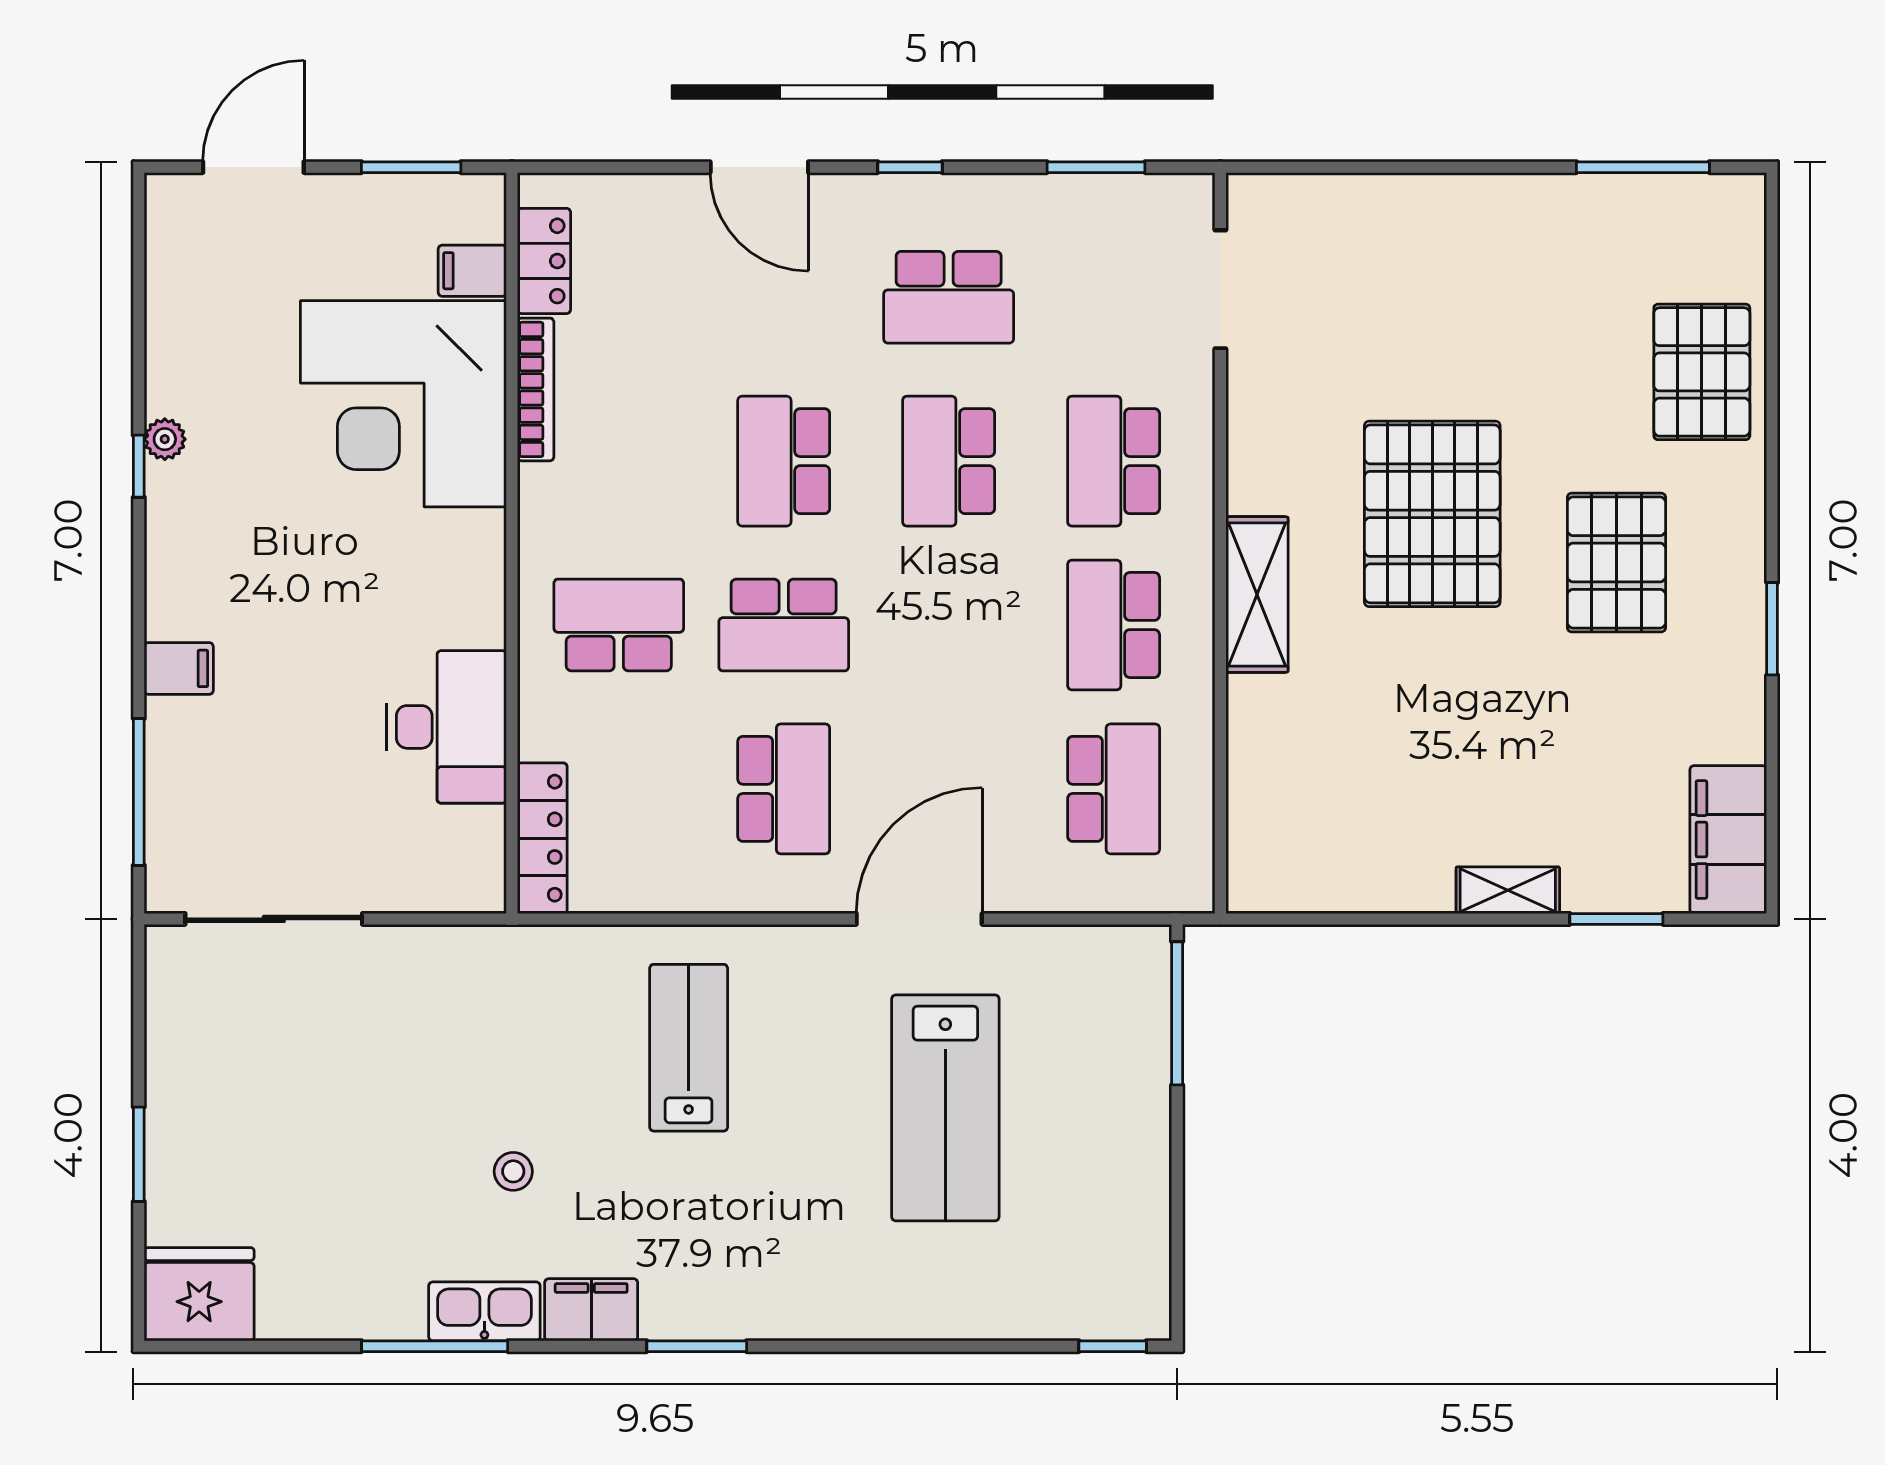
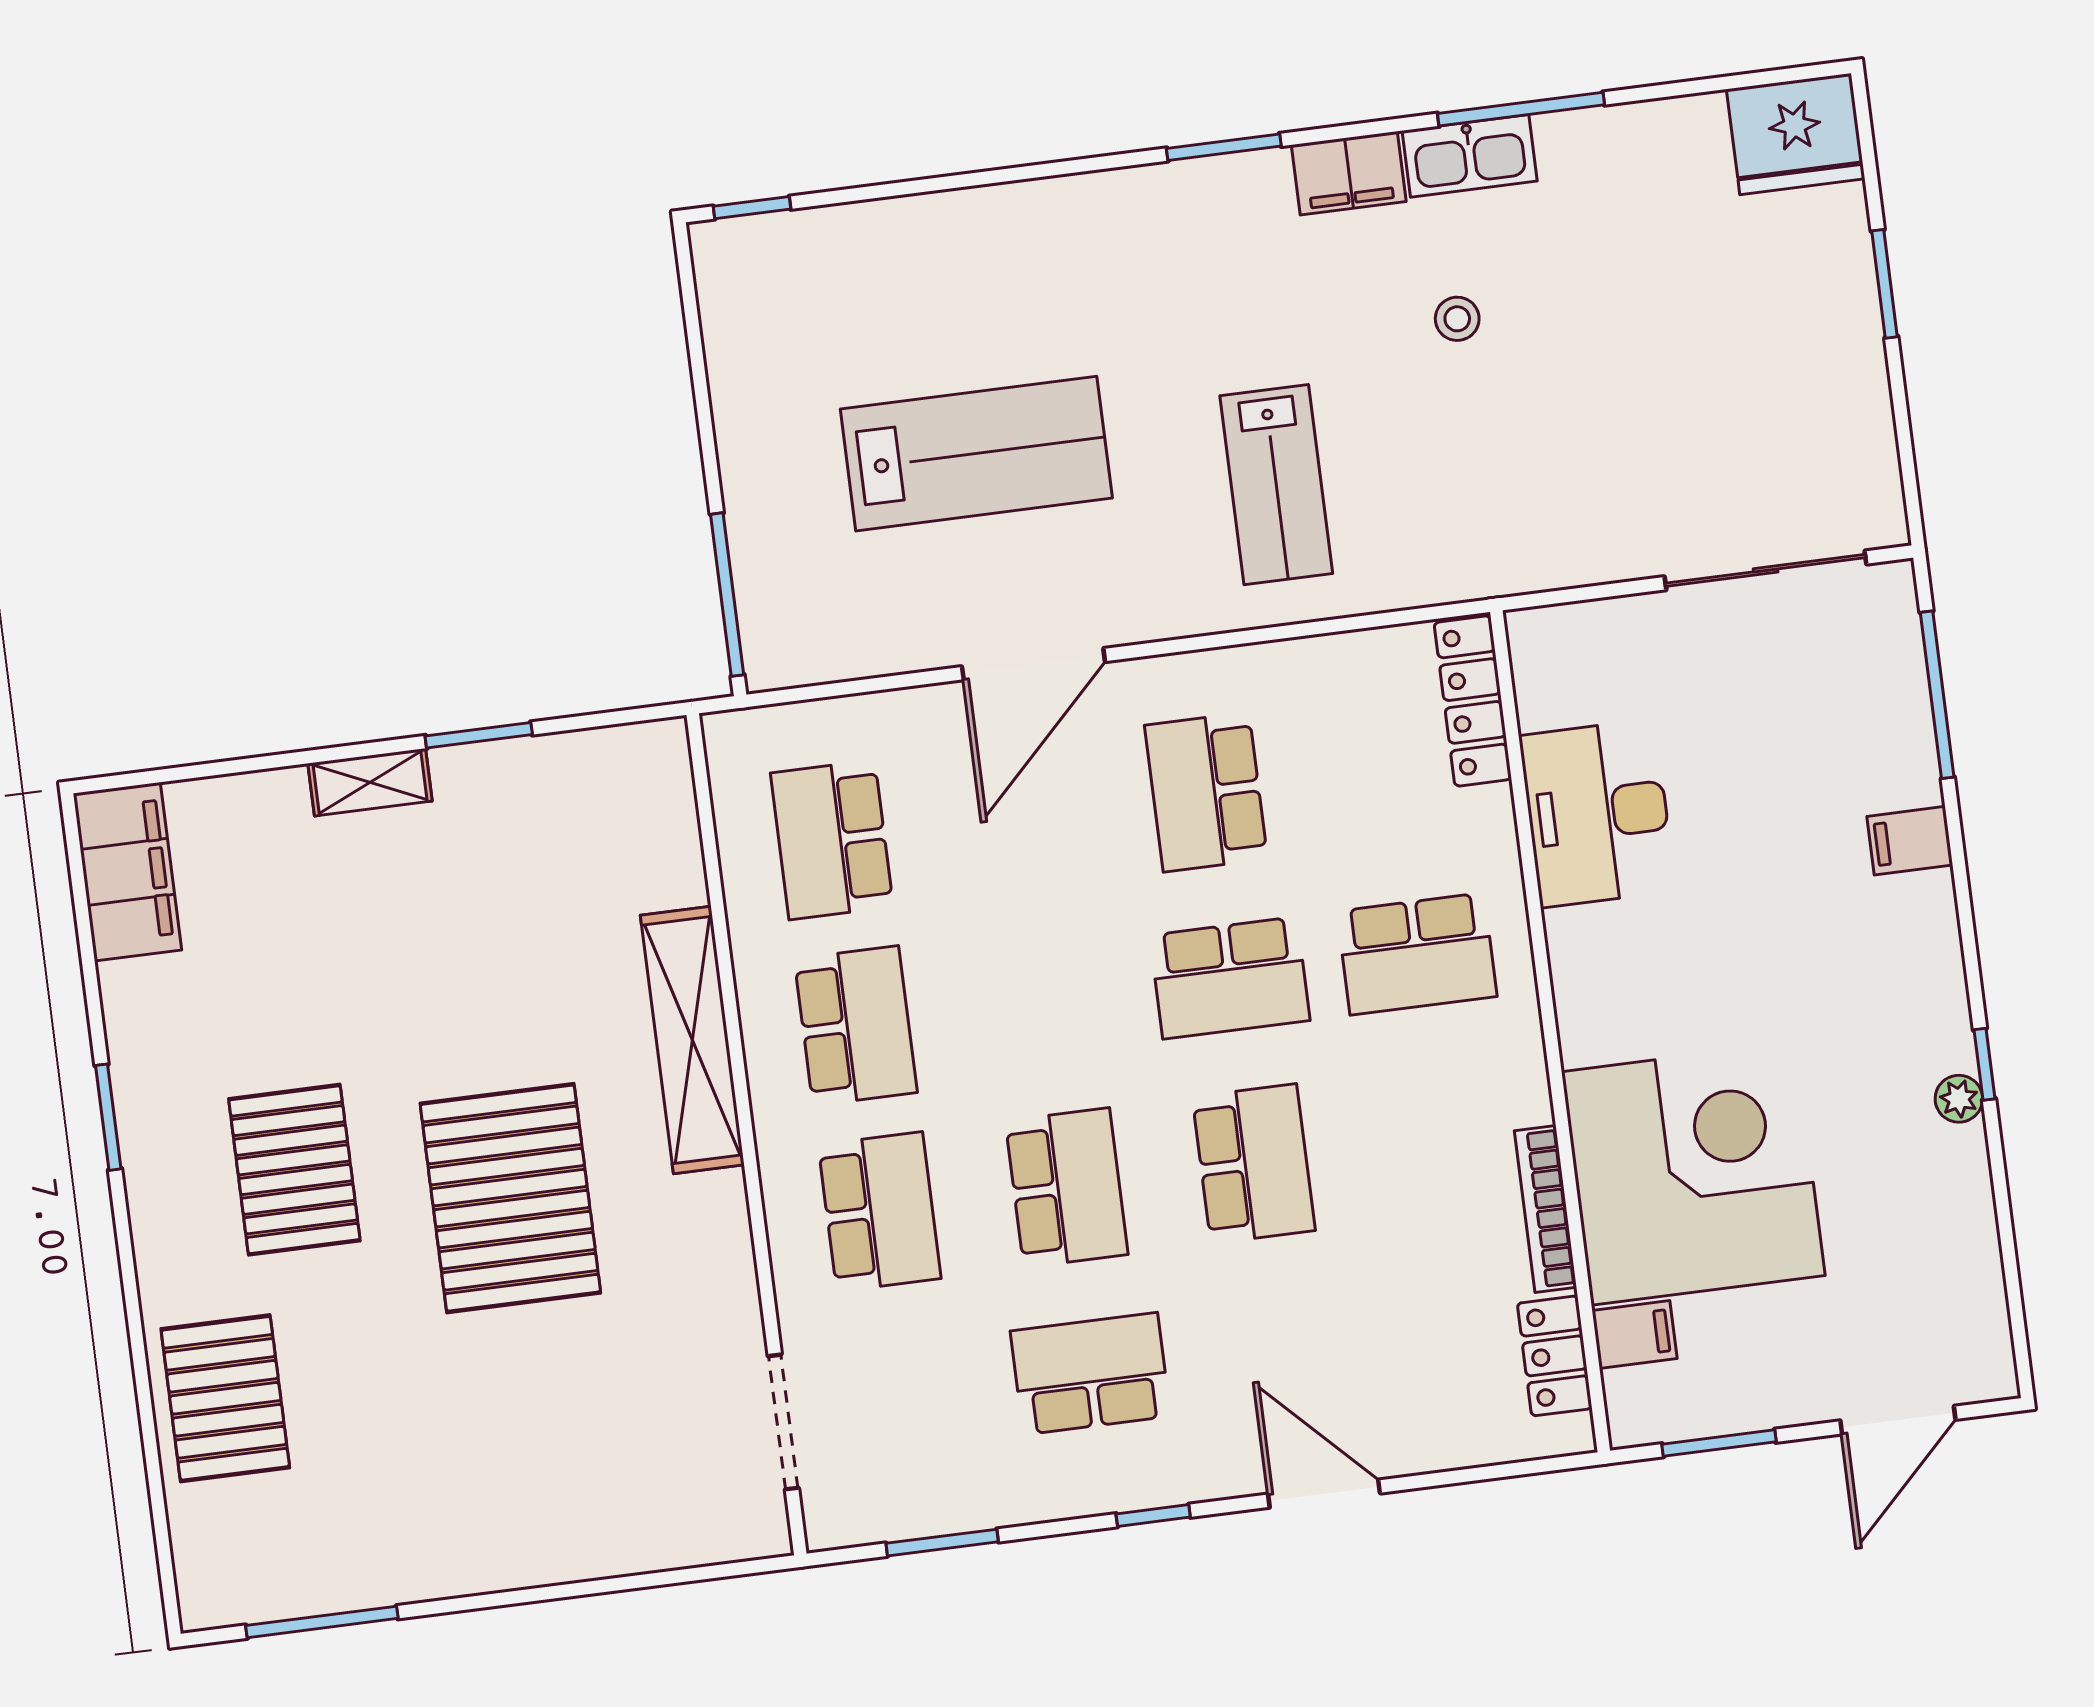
shelving: (1257, 595) -> (692, 1040), width x1.47
school desk: (784, 625) -> (1230, 978), turned 180
window: (1616, 919) -> (479, 735), moved
lab bench: (945, 1108) -> (976, 454), turned 90

